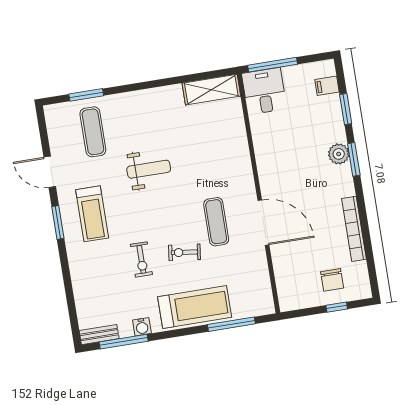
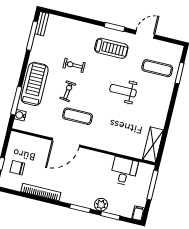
filing cabinet: (327, 86) -> (138, 213), moved
desk: (264, 91) -> (124, 171), moved, turned -90
plant: (339, 154) -> (101, 205), moved
weight bench: (149, 169) -> (123, 91), turned 90
treadmill: (92, 214) -> (111, 48), turned 180
treadmill: (195, 307) -> (35, 84), turned 180
water cooler: (142, 327) -> (20, 115), moved

